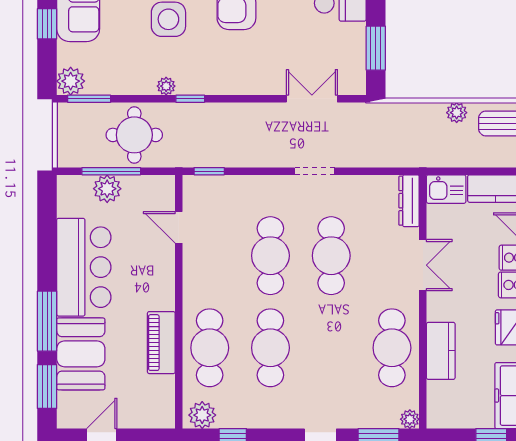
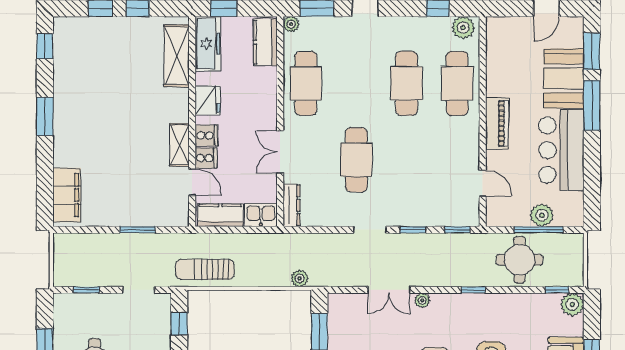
plant: (166, 86) -> (422, 300), moved
window: (89, 99) -> (557, 290), width x0.67
double door: (312, 99) -> (389, 290), moved
plant: (457, 113) -> (300, 278), moved
window: (263, 171) -> (413, 230), added
cafe table: (270, 256) -> (407, 160), removed
piano: (161, 343) -> (497, 123), moved
kitchen counter: (441, 351) -> (265, 42), moved

